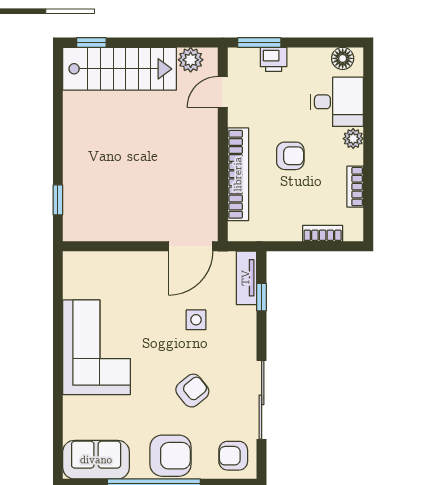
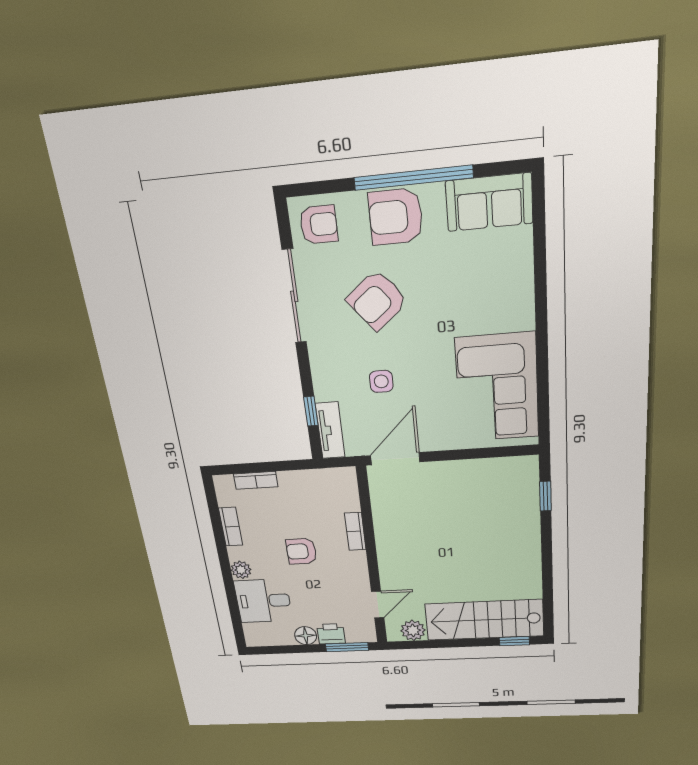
floor lamp: (343, 58) -> (306, 636), moved
bookcase: (238, 174) -> (355, 531), width x0.43, depth x0.76
corner sofa: (97, 347) -> (497, 388), moved
armchair: (192, 391) -> (377, 300), width x1.38, depth x1.38

